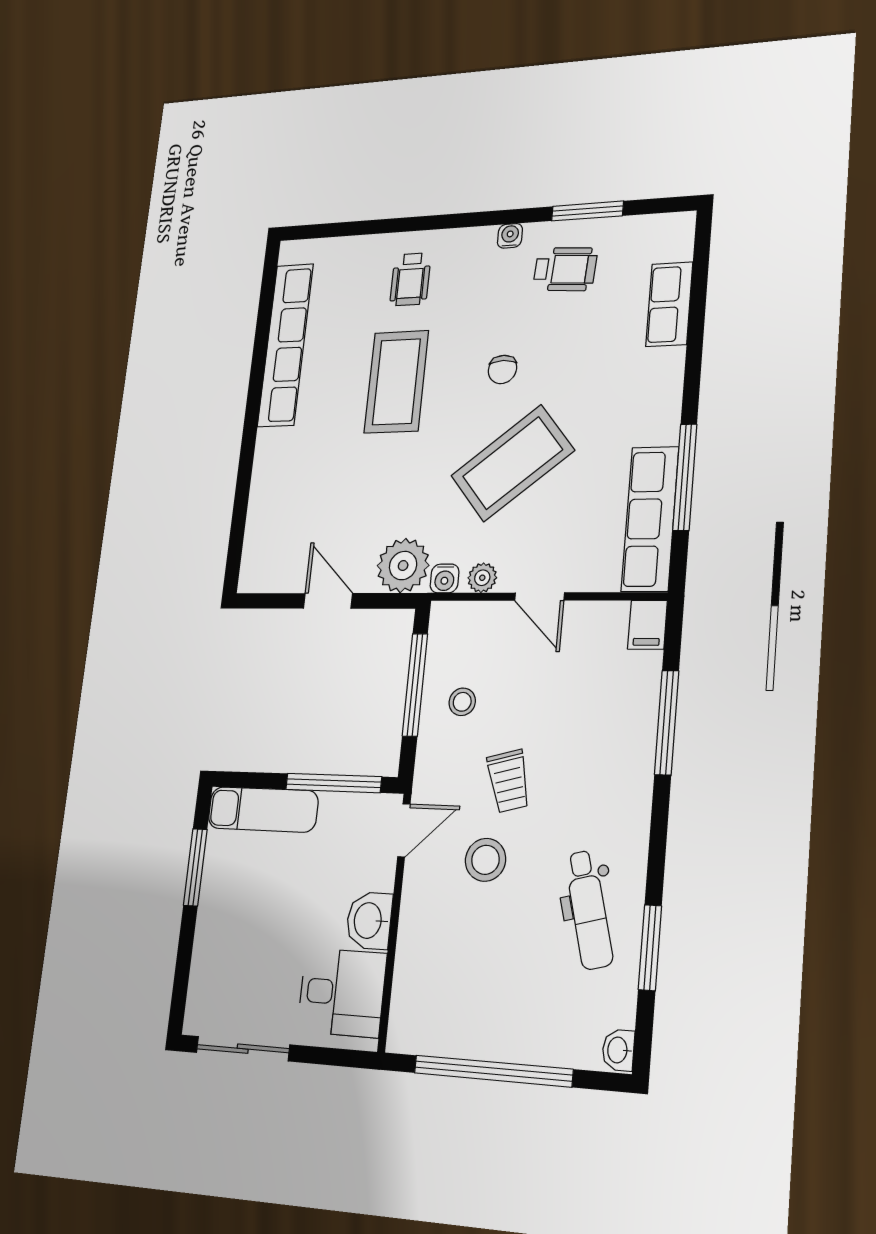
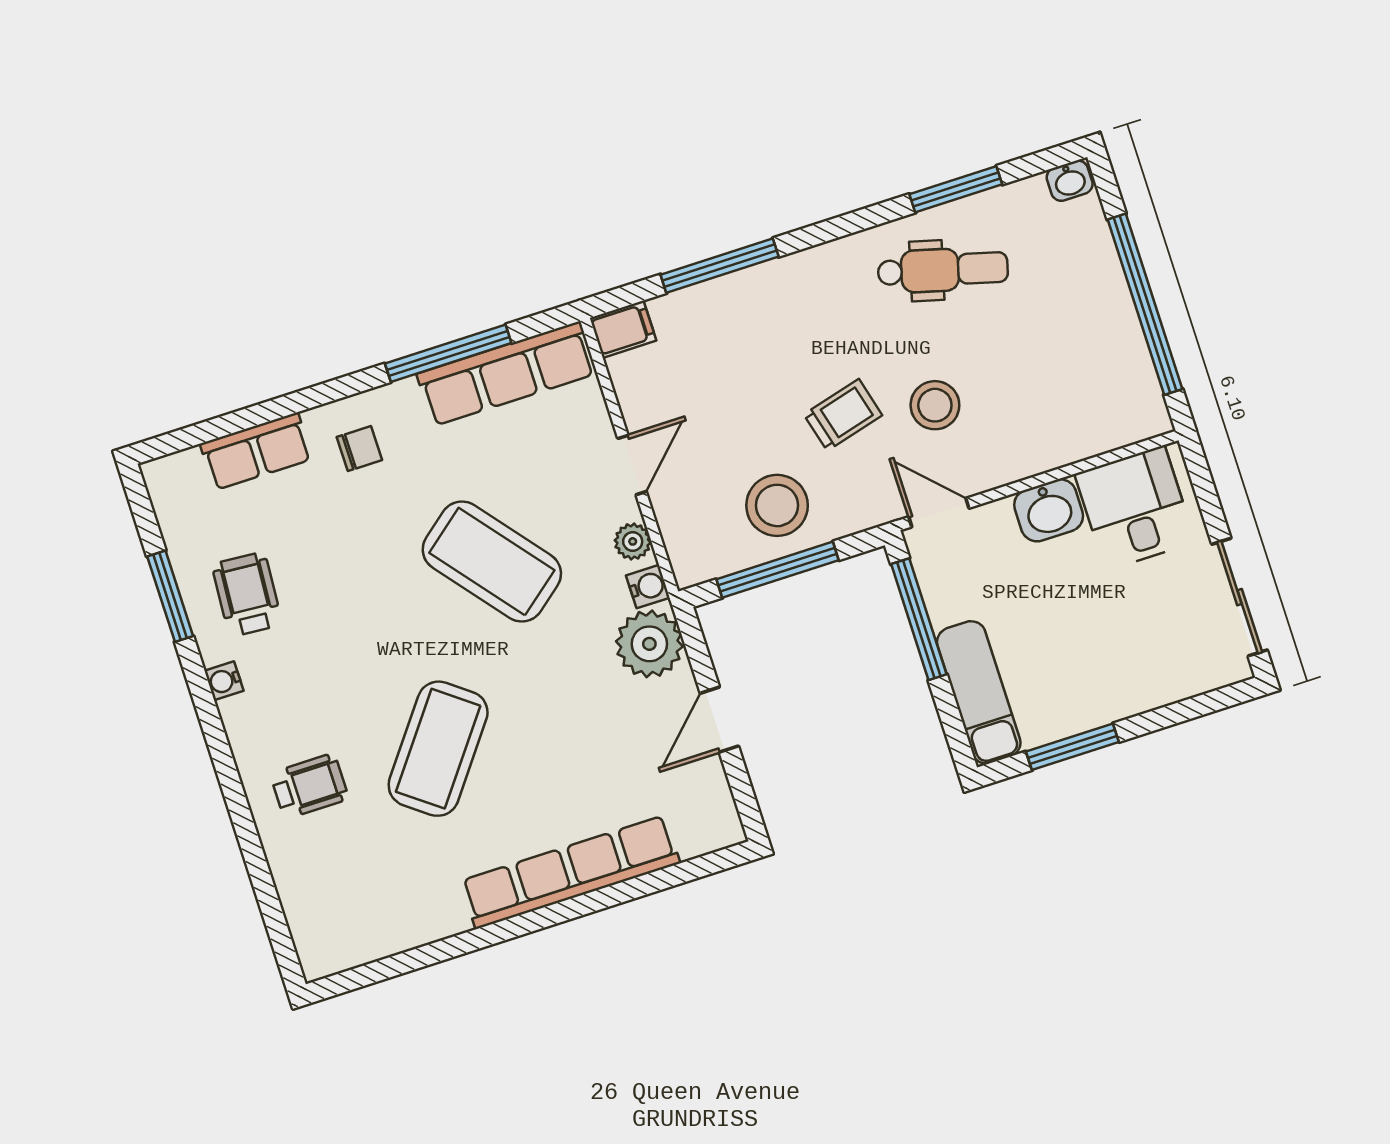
row of seats: (285, 345) -> (570, 872), moved
chair: (502, 369) -> (359, 449), moved
coffee table: (396, 382) -> (438, 749), turned -53
stool: (462, 702) -> (777, 505), width x1.89, depth x1.89
dental chair: (589, 910) -> (943, 270), turned 30

